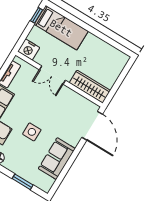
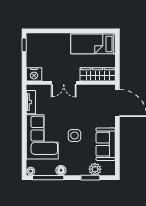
bed: (61, 28) -> (93, 44), moved, turned 180
plant: (32, 176) -> (95, 169), added

